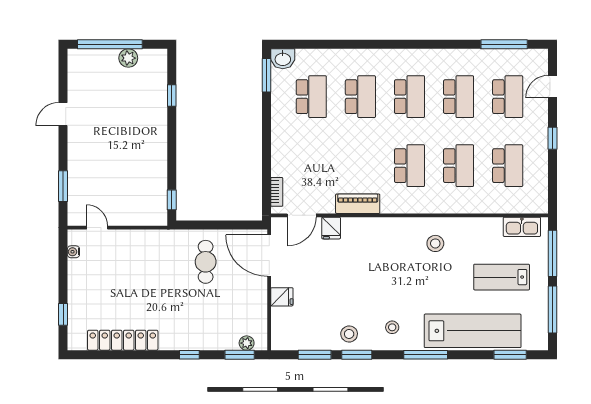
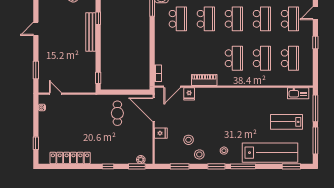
bench: (159, 120) -> (91, 32), added
stool: (435, 243) -> (189, 140), moved
window: (357, 355) -> (216, 166), moved

